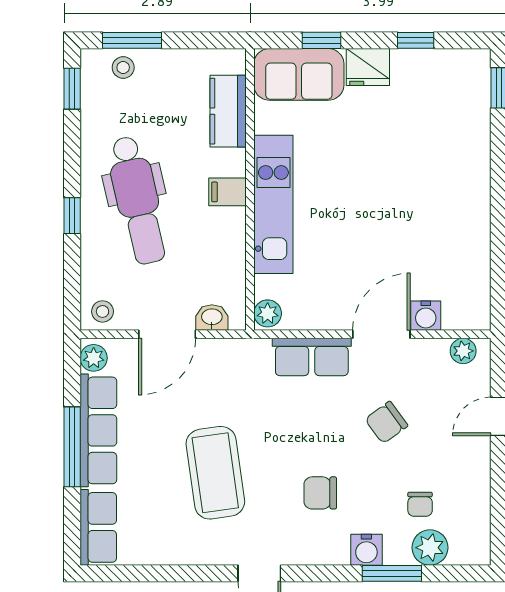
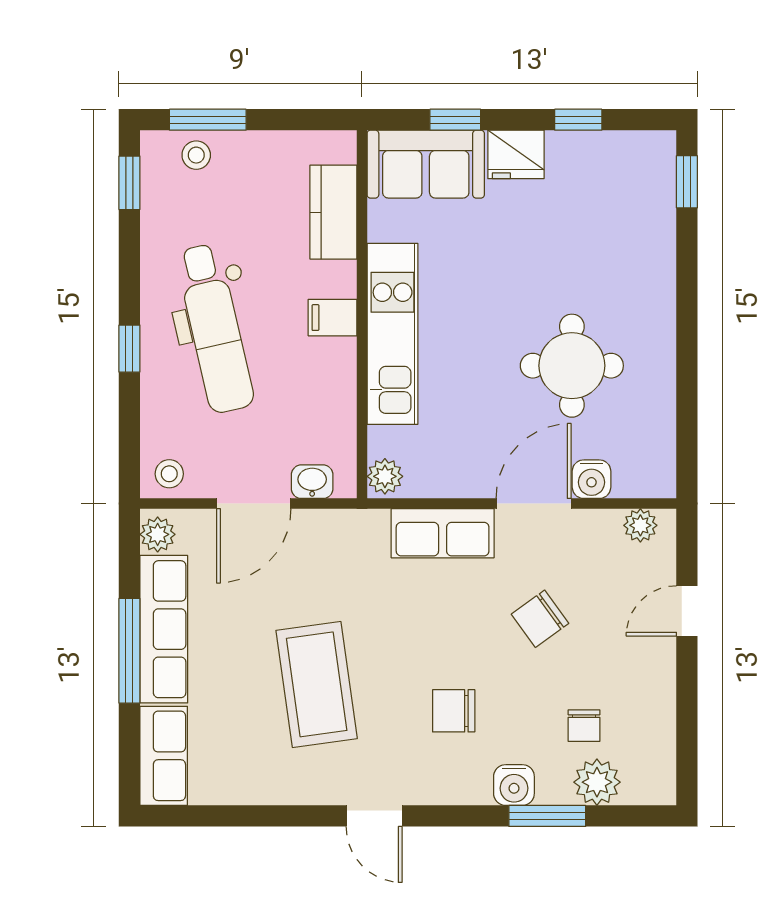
round table: (411, 229) -> (572, 366), added

